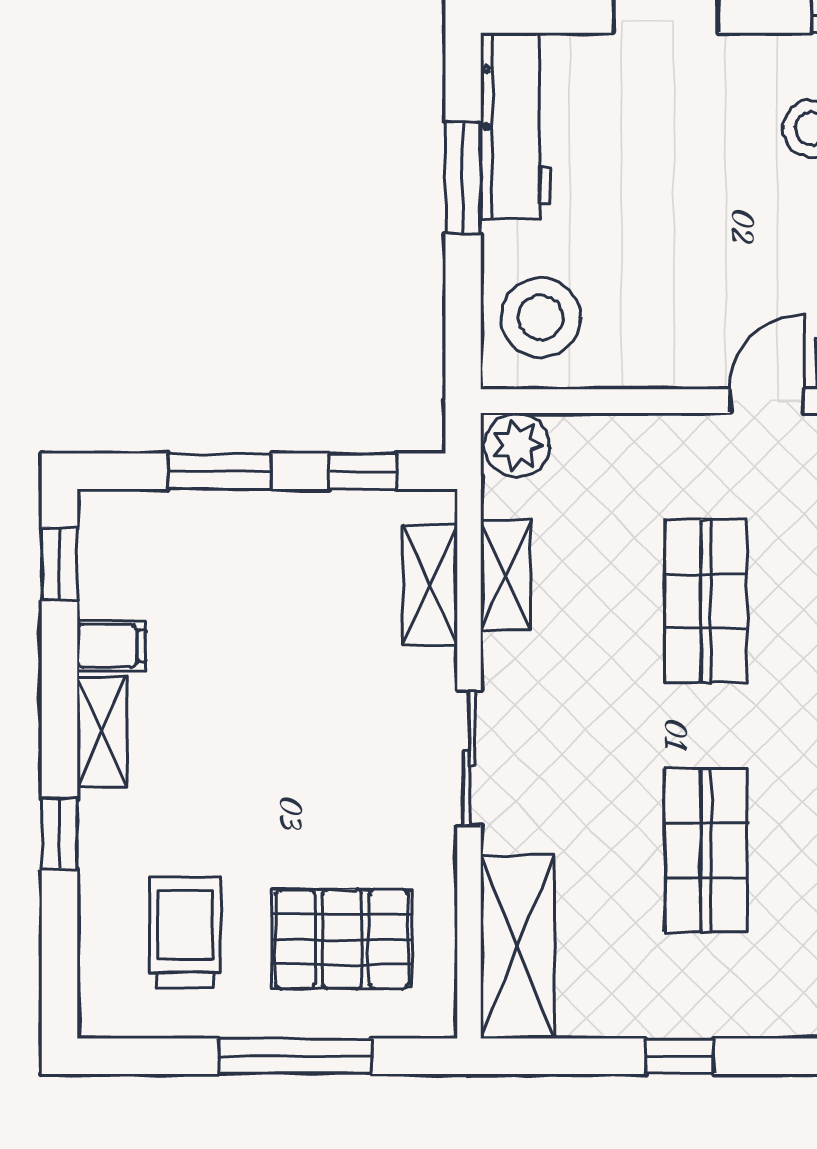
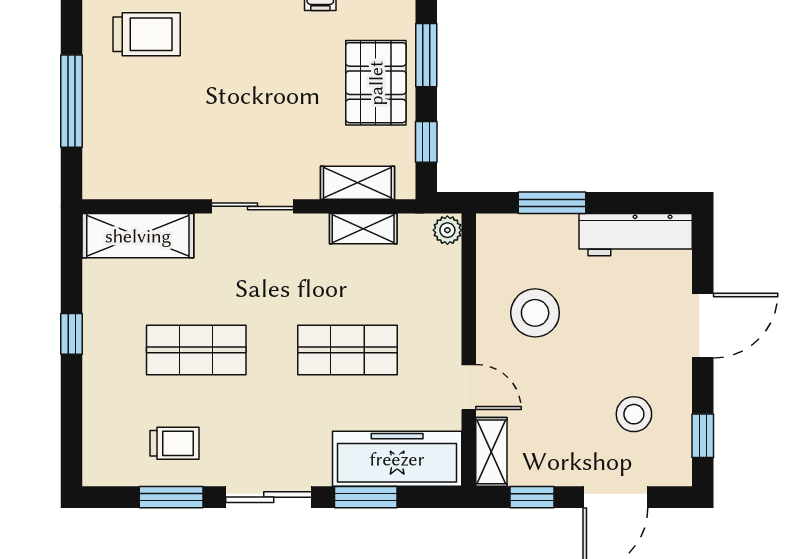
window: (463, 178) -> (552, 203), moved
stool: (541, 317) -> (535, 313), moved
plant: (517, 445) -> (447, 230), width x0.73, depth x0.73
pallet: (342, 939) -> (376, 83), moved

